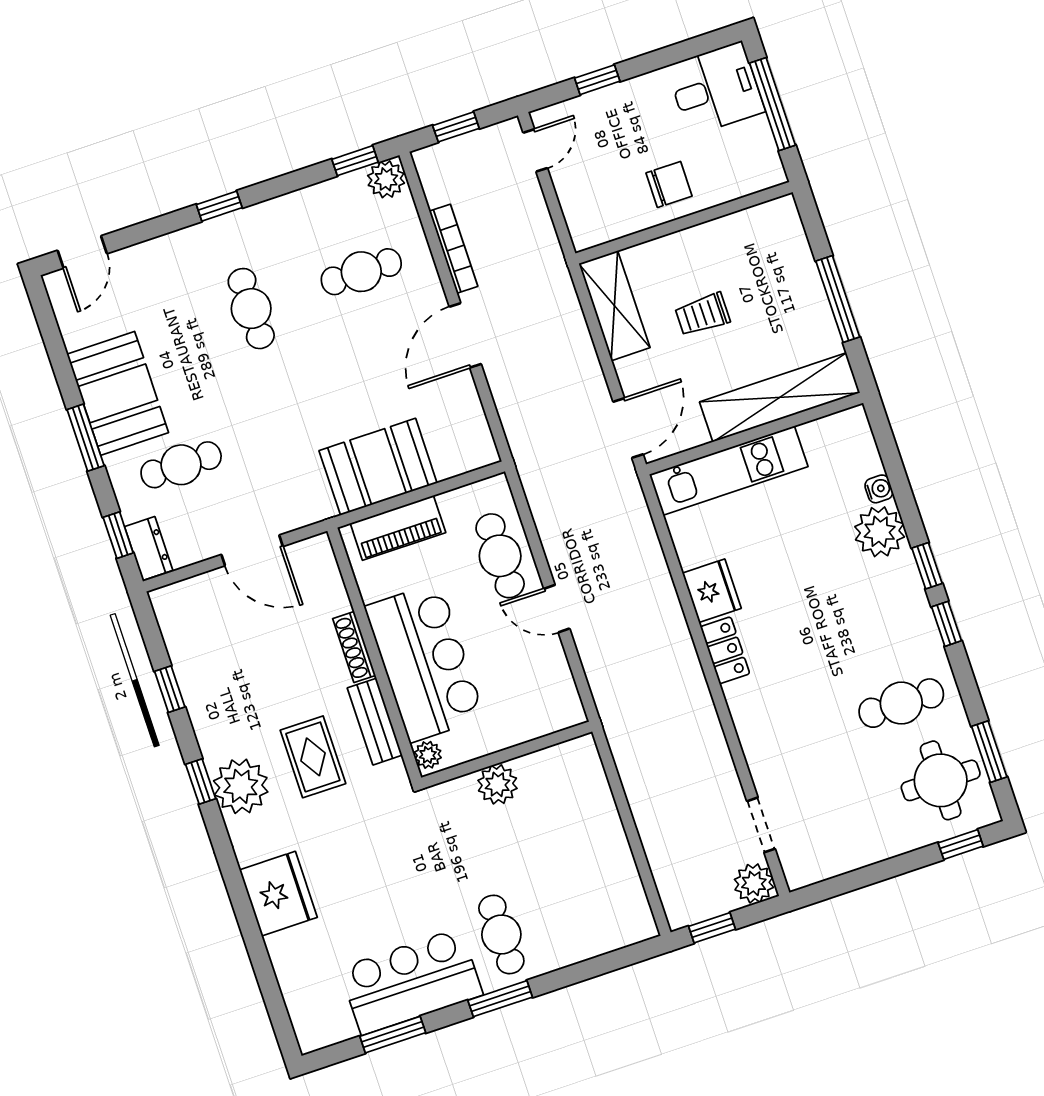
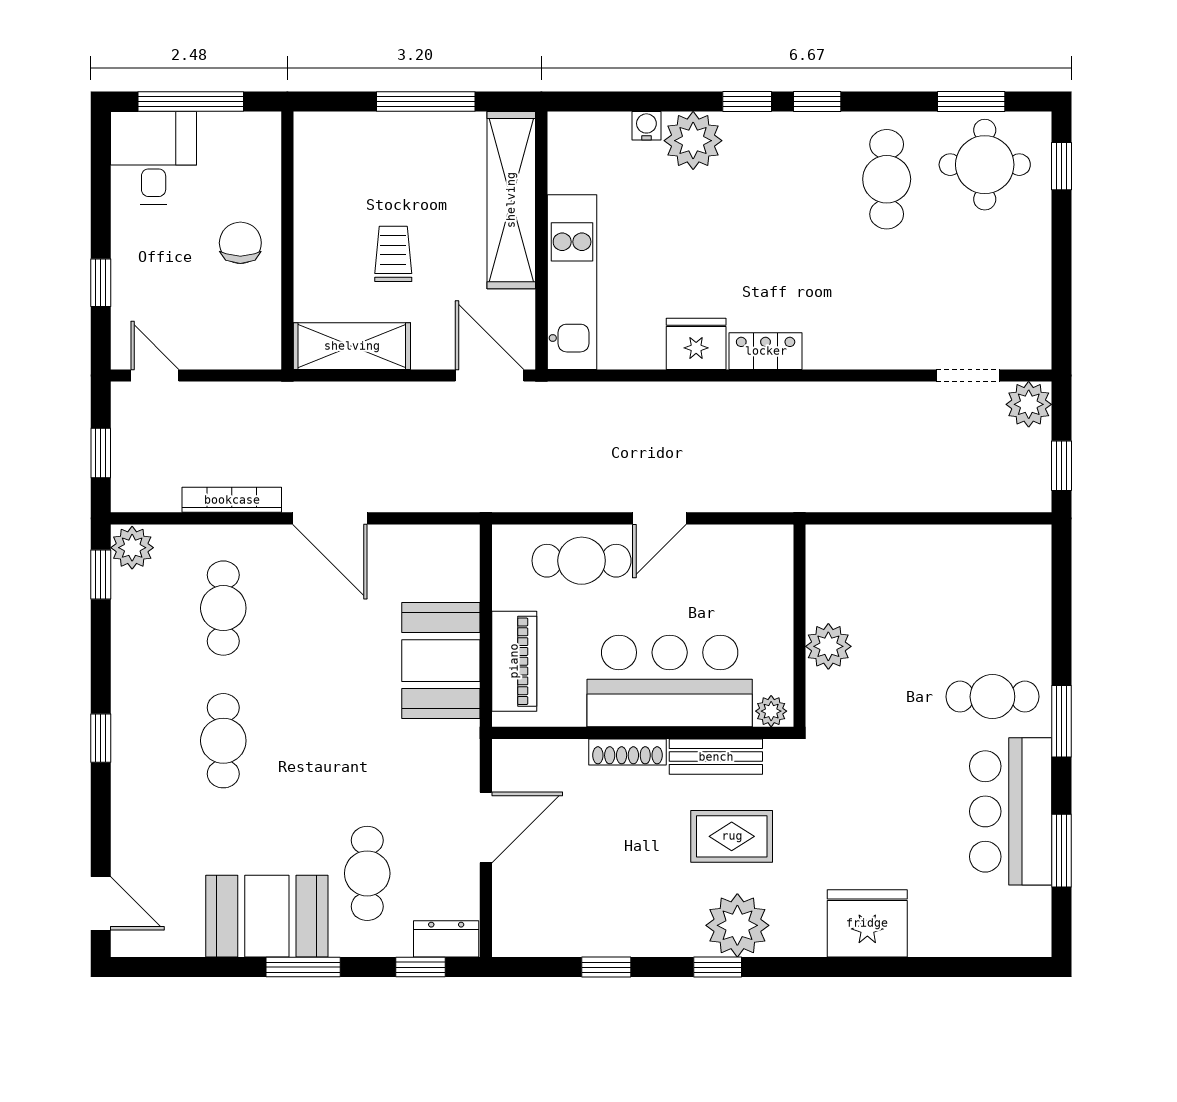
cafe table: (251, 309) -> (223, 741), turned 90
trolley: (702, 314) -> (393, 254), turned 180

